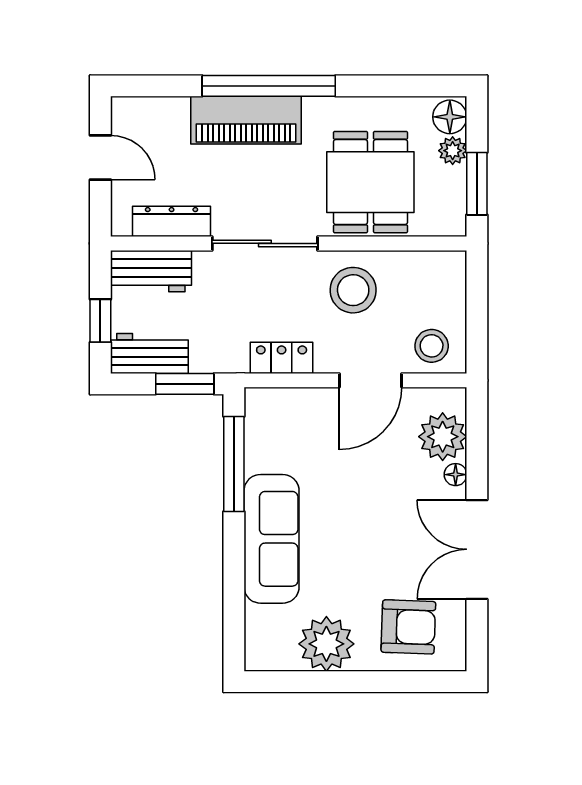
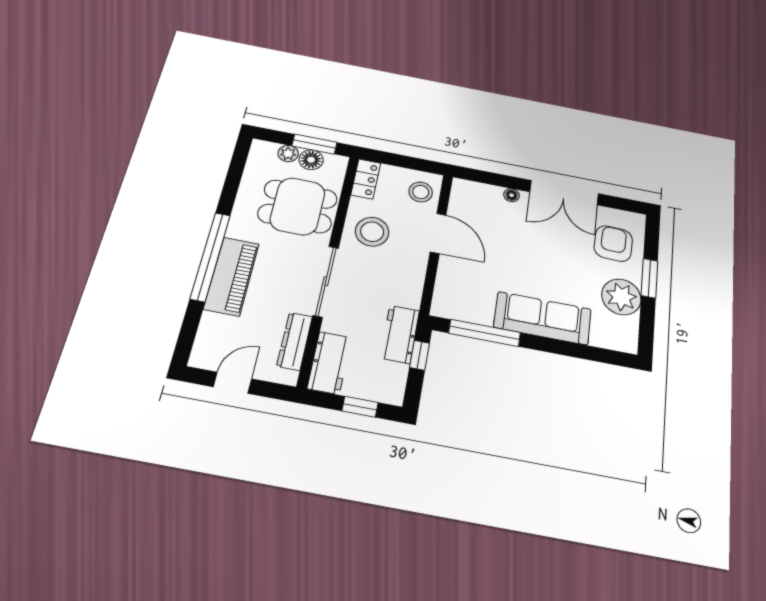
floor lamp: (450, 117) -> (311, 160), moved
workbench: (149, 353) -> (400, 334), moved
locker: (282, 358) -> (366, 179), moved, turned 180
window: (185, 384) -> (420, 355), width x0.67
plant: (443, 437) -> (484, 198), removed
window: (364, 682) -> (649, 278), added

